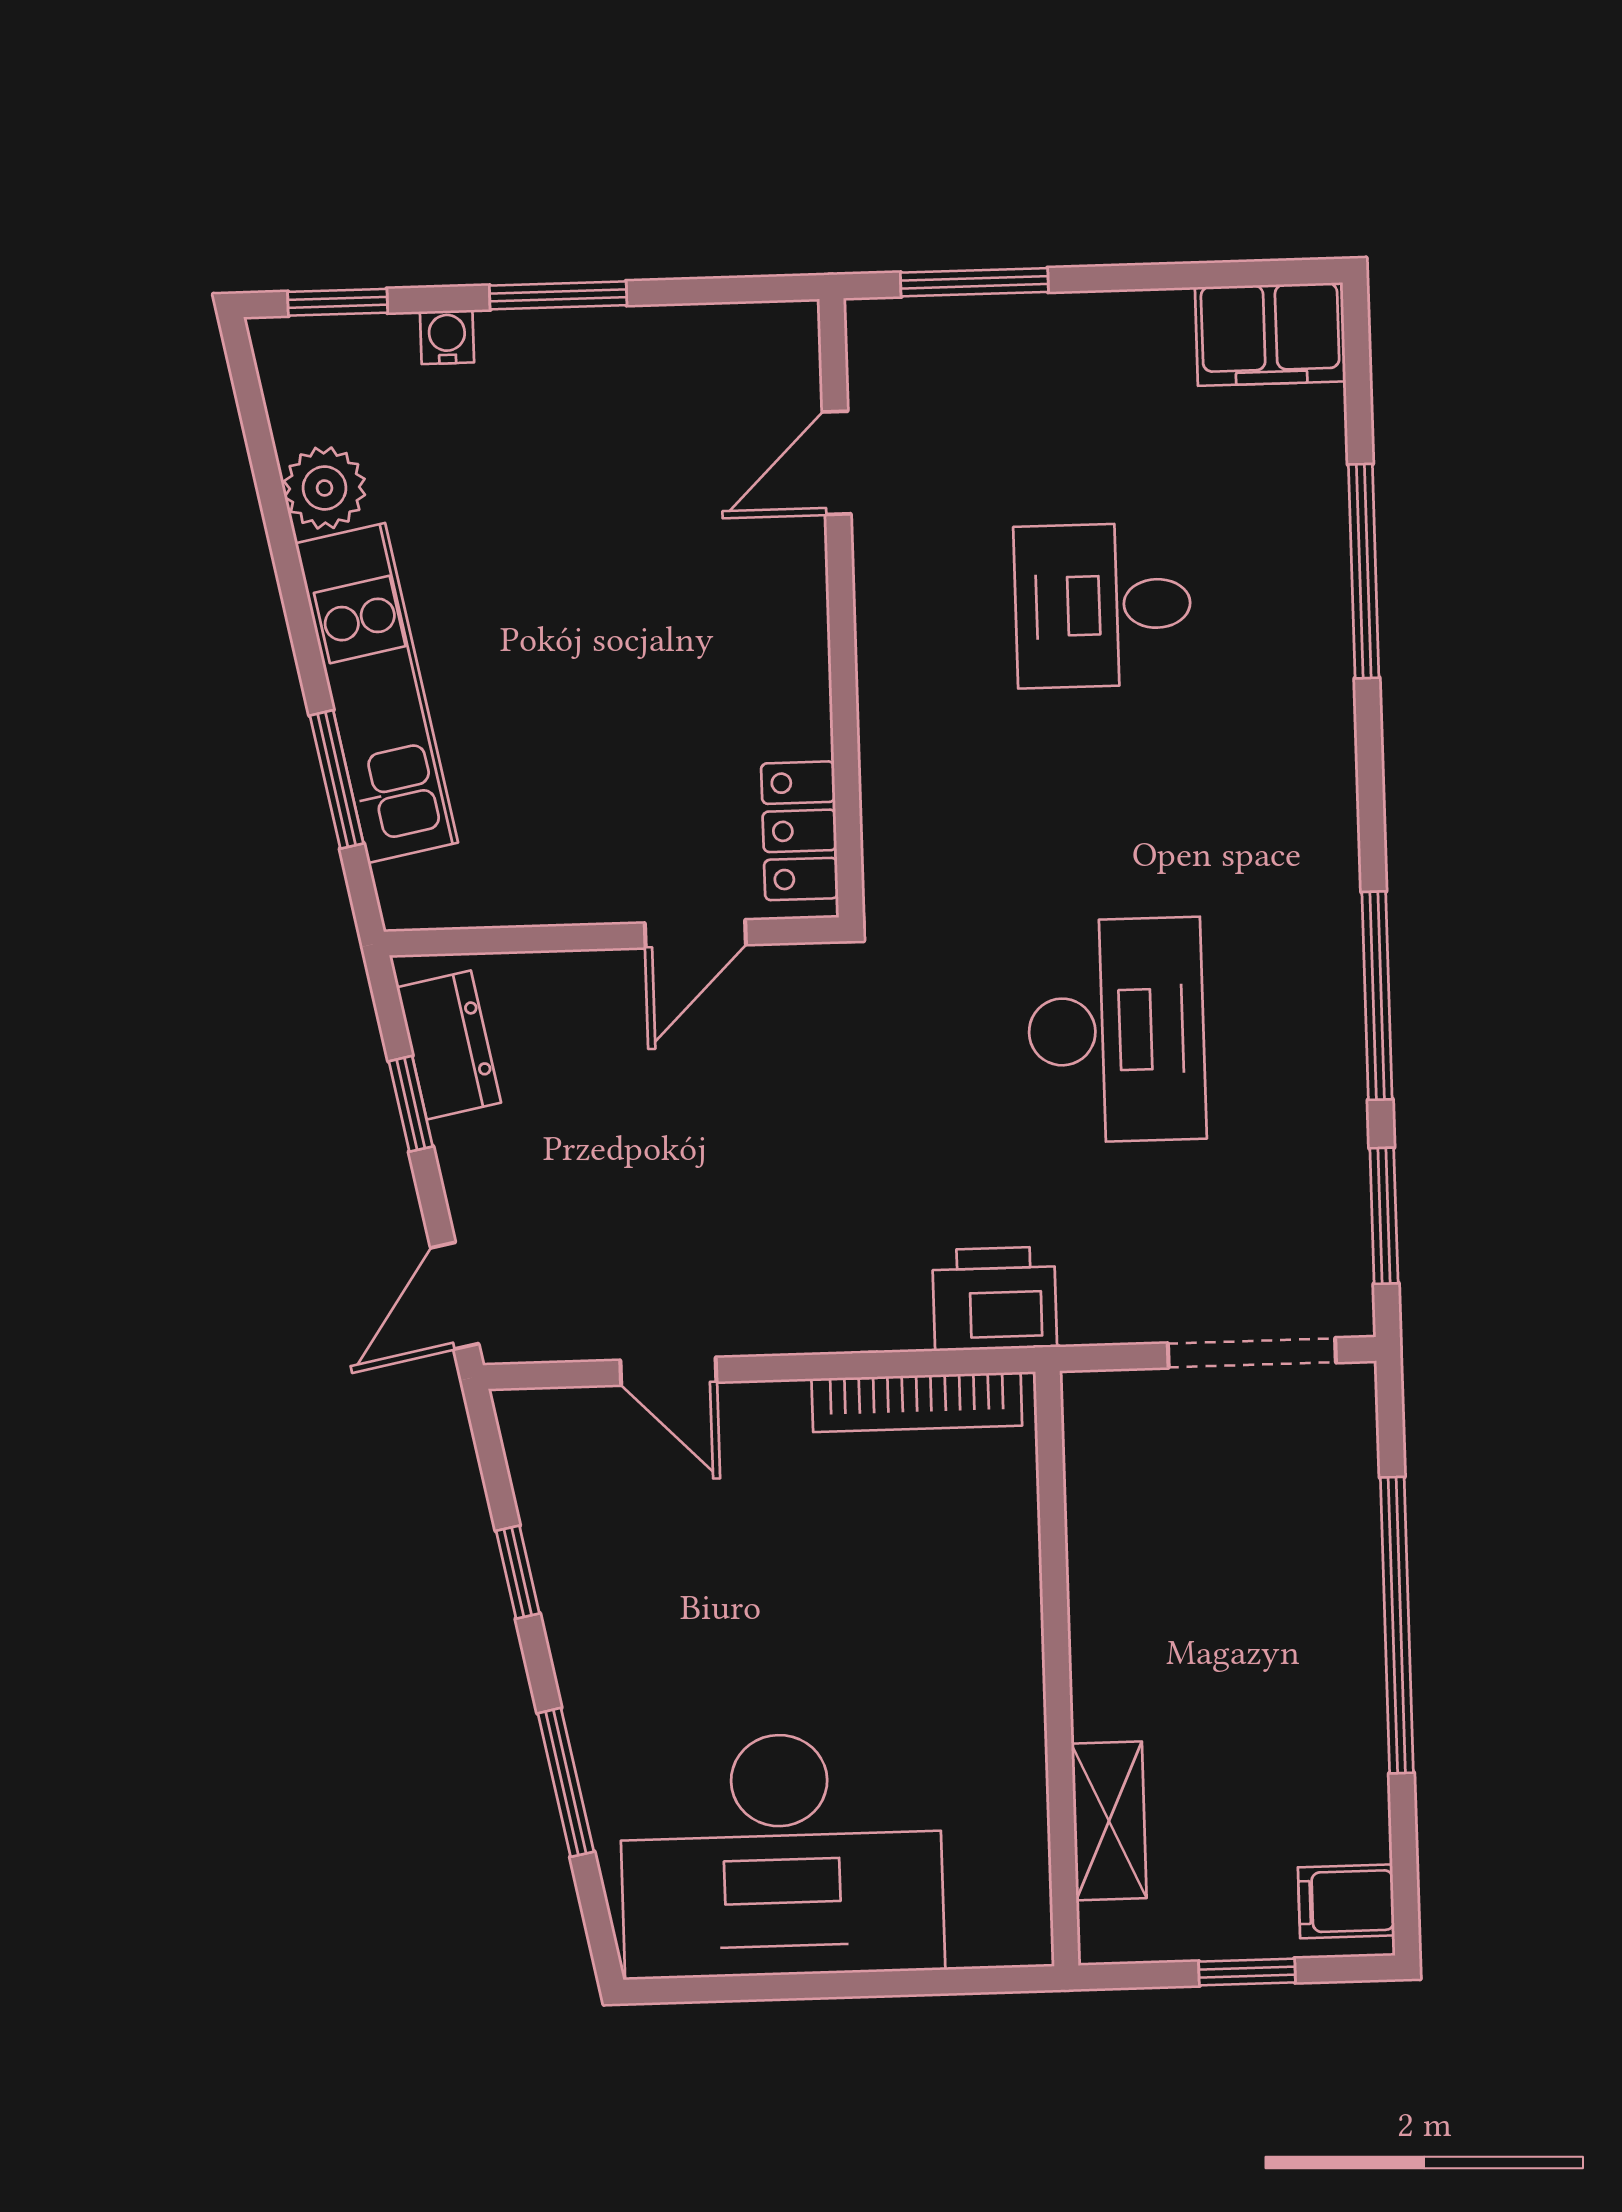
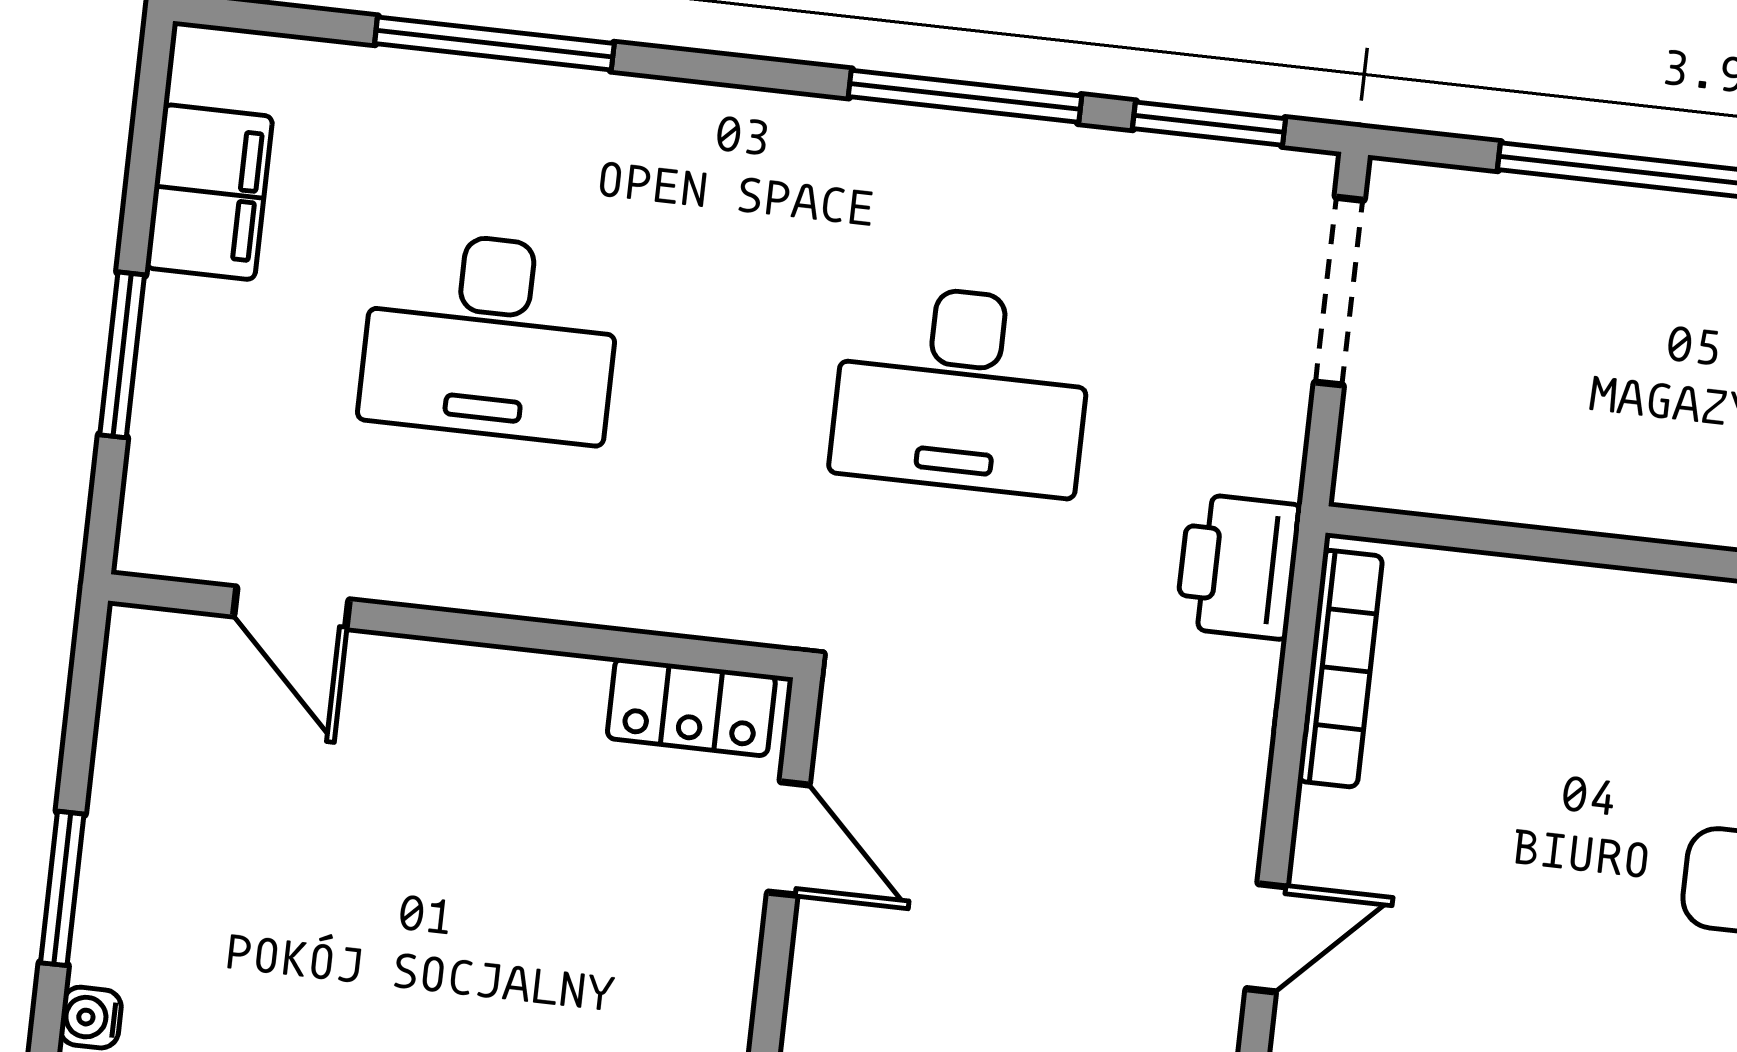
window: (974, 282) -> (122, 355), moved
filing cabinet: (1270, 334) -> (209, 192), moved
desk: (1103, 605) -> (491, 337), width x1.37
desk: (1116, 1030) -> (962, 389), turned 180

